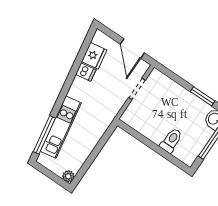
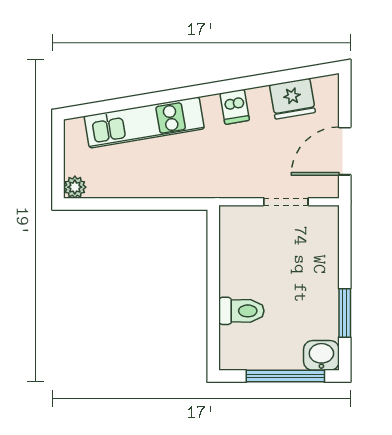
dishwasher: (86, 72) -> (235, 107), moved
window: (44, 135) -> (114, 105), removed

